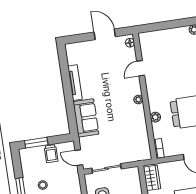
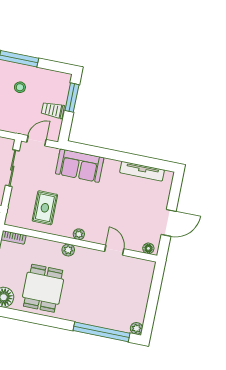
tv unit: (75, 83) -> (142, 171), moved
plant: (155, 117) -> (68, 250), moved
rug: (128, 133) -> (45, 208), added

